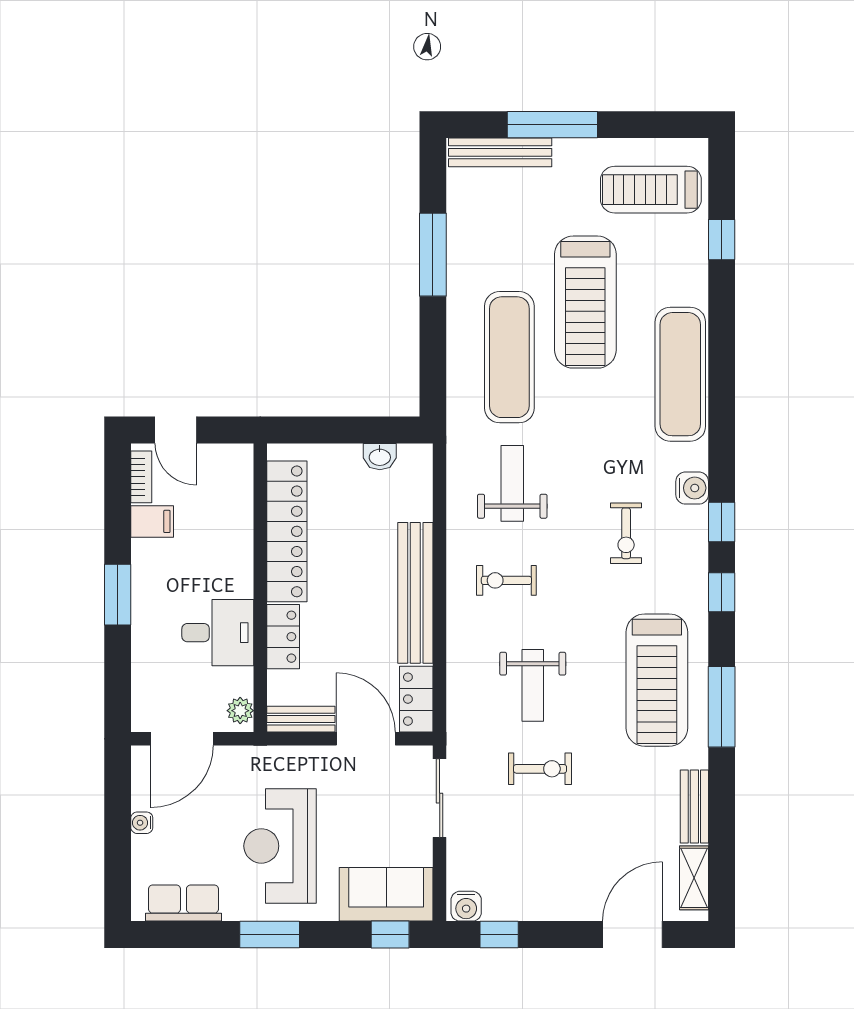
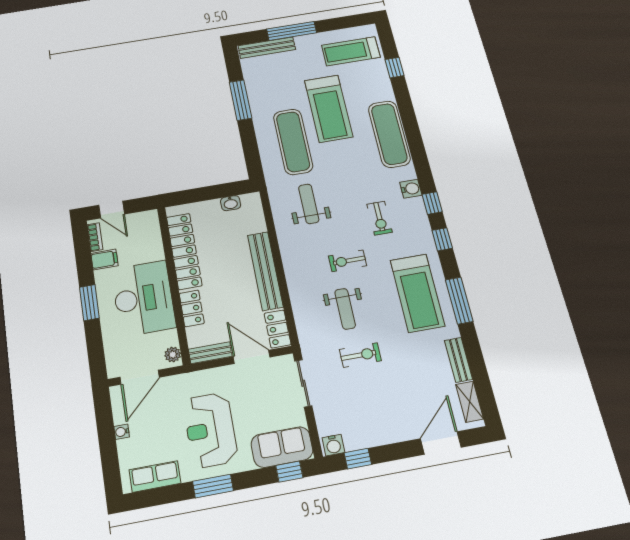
exercise bike: (506, 580) -> (348, 261), moved
desk: (218, 633) -> (143, 298), width x1.87, depth x1.30

